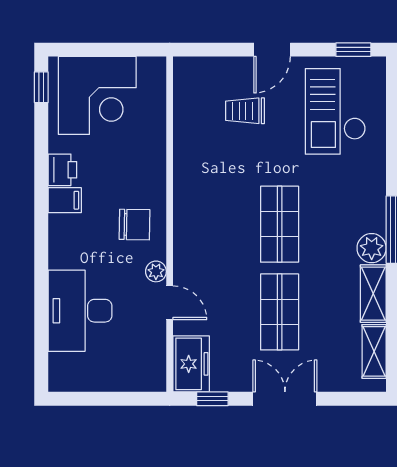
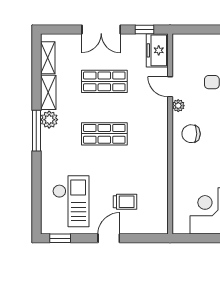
shop shelf: (280, 224) -> (104, 134), turned 90
shop shelf: (280, 312) -> (104, 81), turned 90

